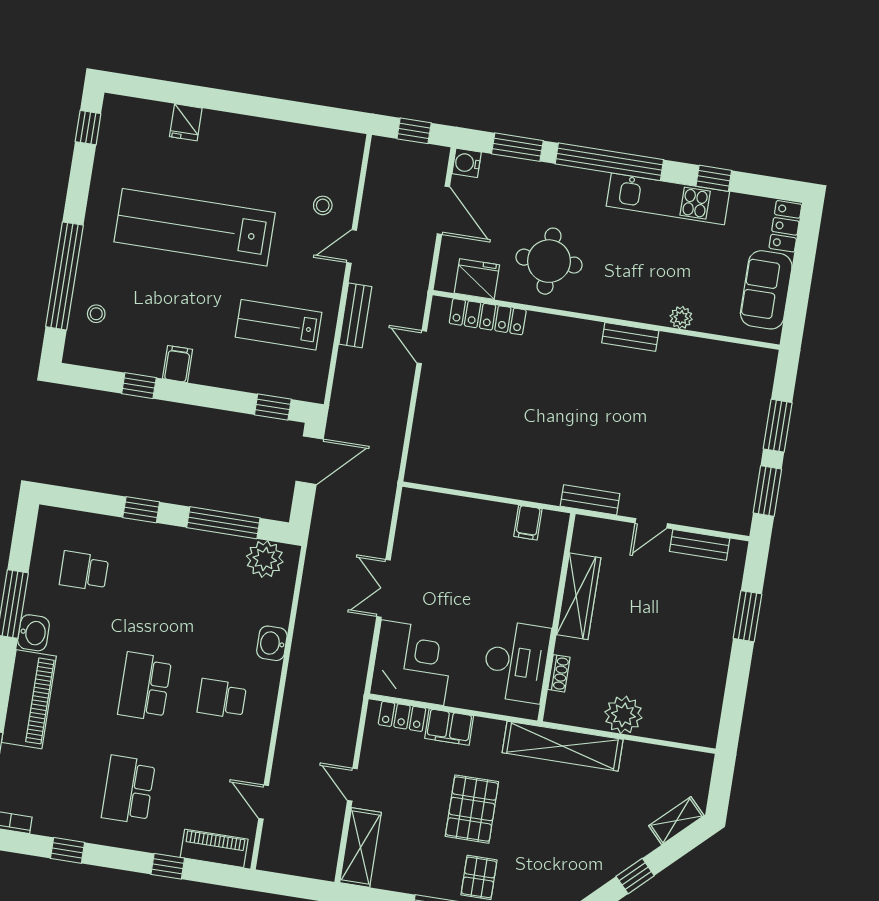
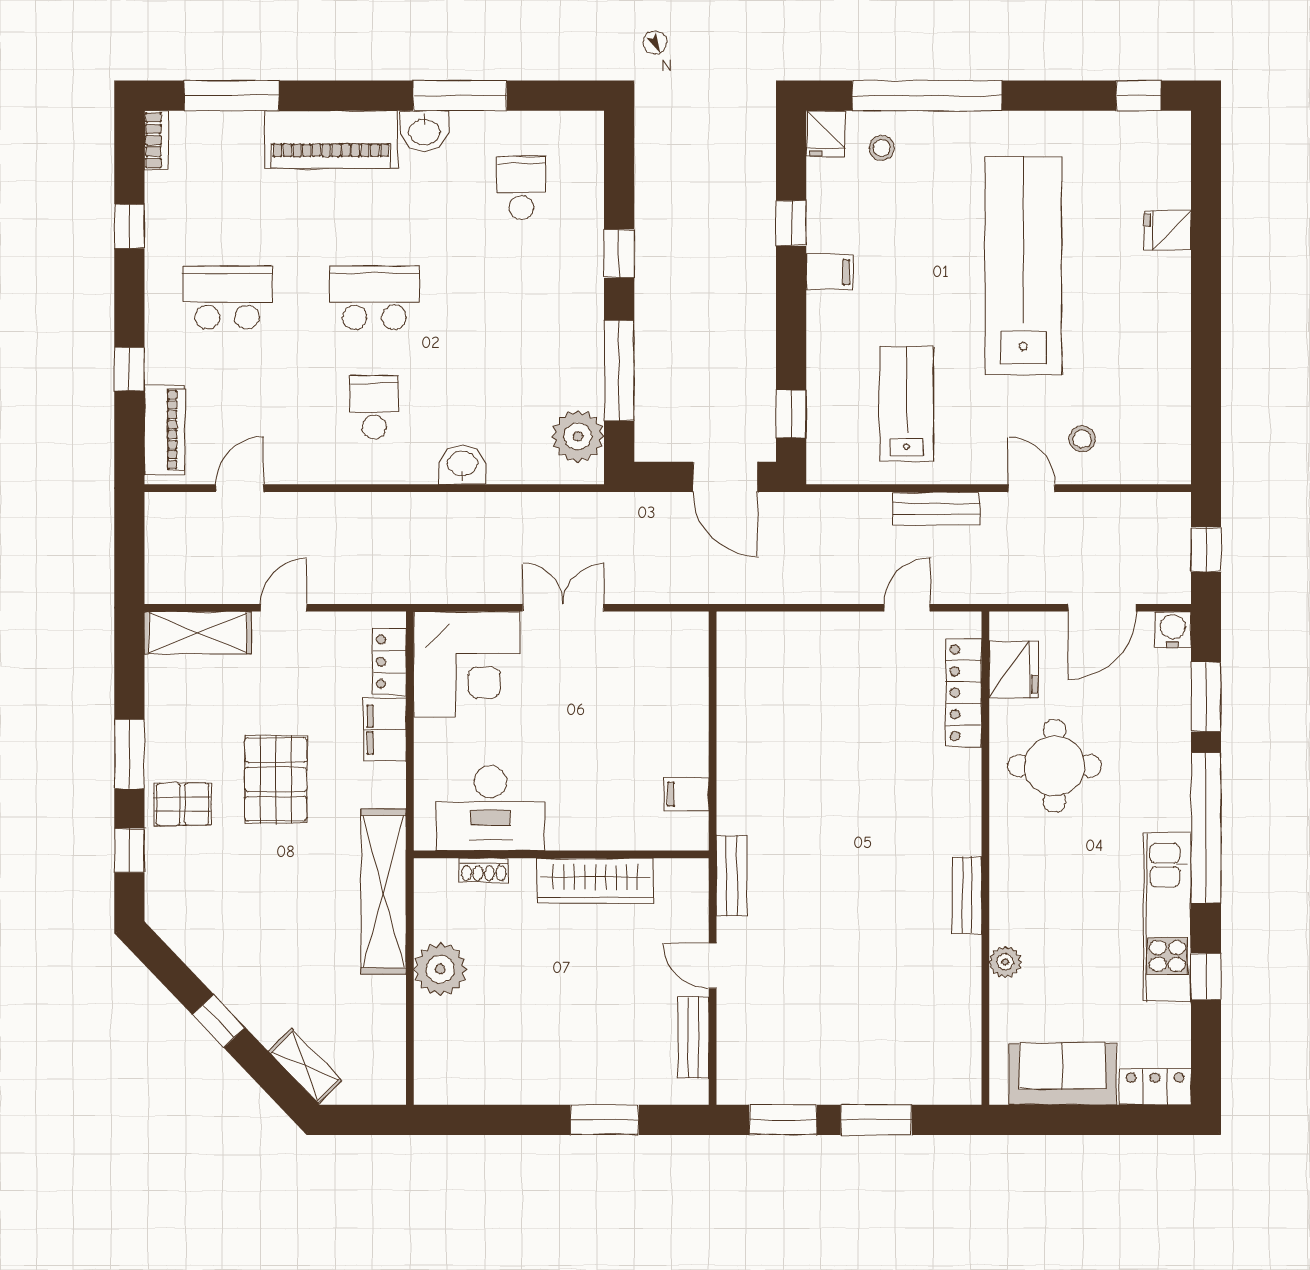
fridge: (80, 351) -> (826, 133), added
pallet: (472, 809) -> (276, 779), turned 90

